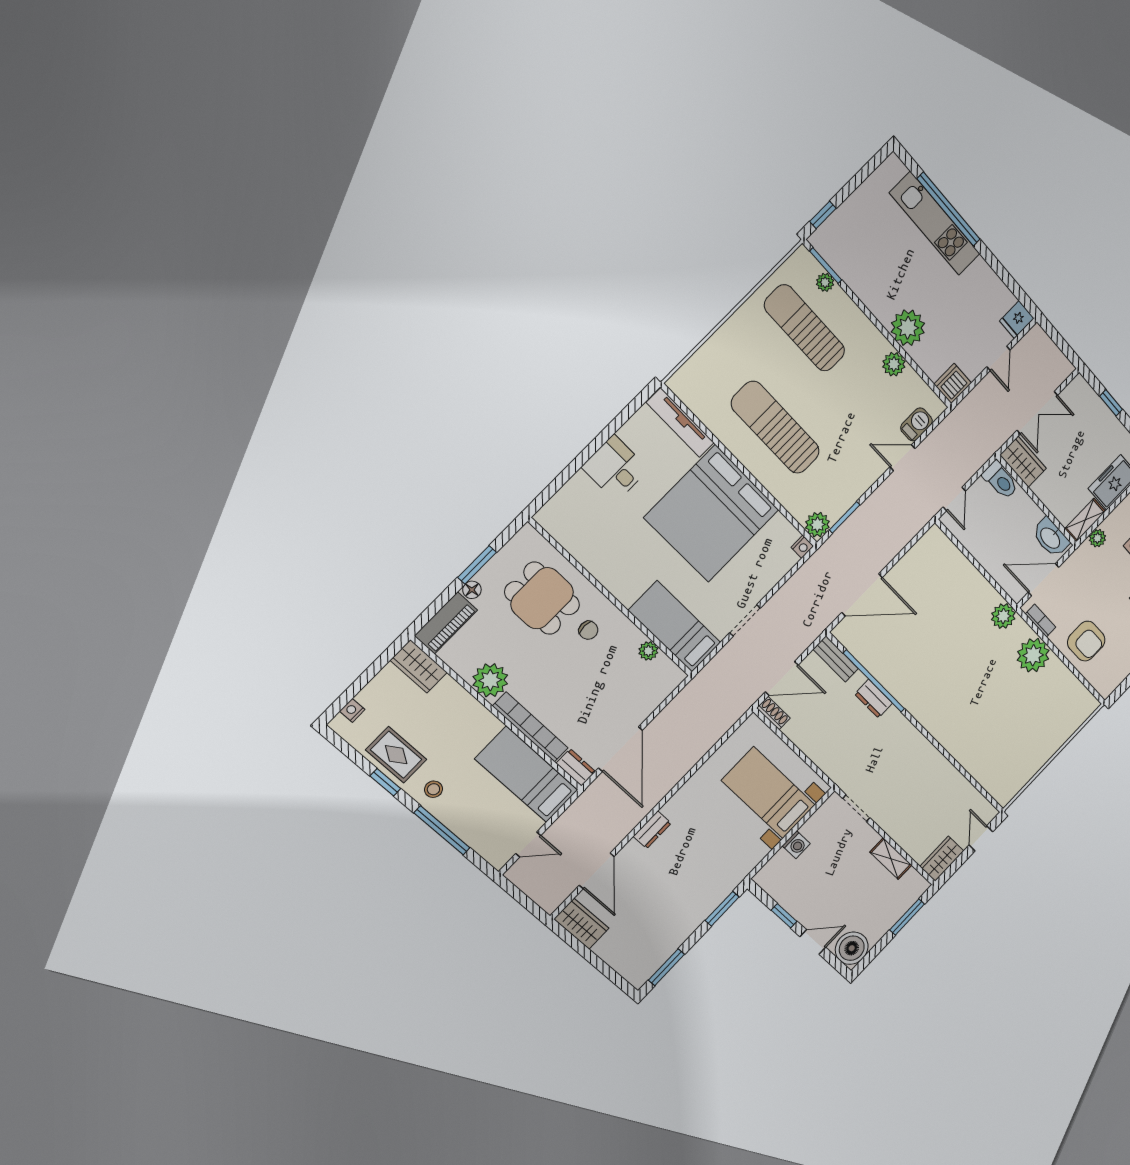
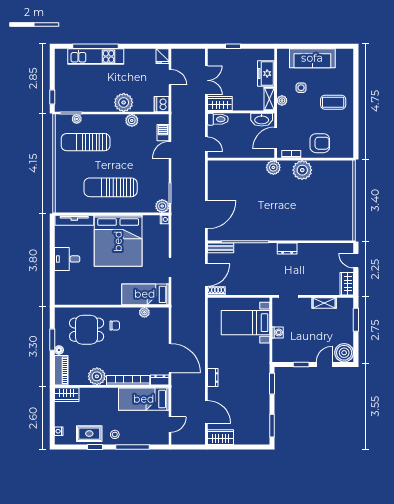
dresser: (874, 699) -> (287, 248), moved

